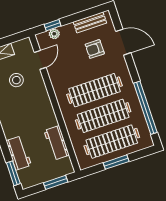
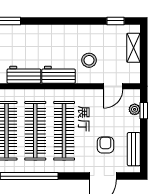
door: (40, 60) -> (113, 86), hinge flipped
stool: (16, 80) -> (89, 60), moved
workbench: (19, 153) -> (59, 75), moved, turned 180

